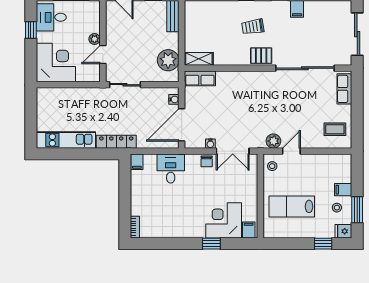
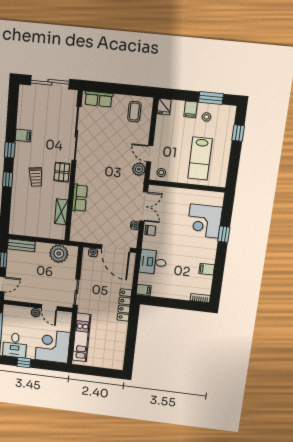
shelving: (199, 59) -> (61, 212), moved
row of seats: (200, 78) -> (80, 198), moved
kitchen unit: (66, 140) -> (82, 337), moved, turned 180
filing cabinet: (249, 230) -> (207, 269), moved
fridge: (343, 231) -> (164, 106), moved

